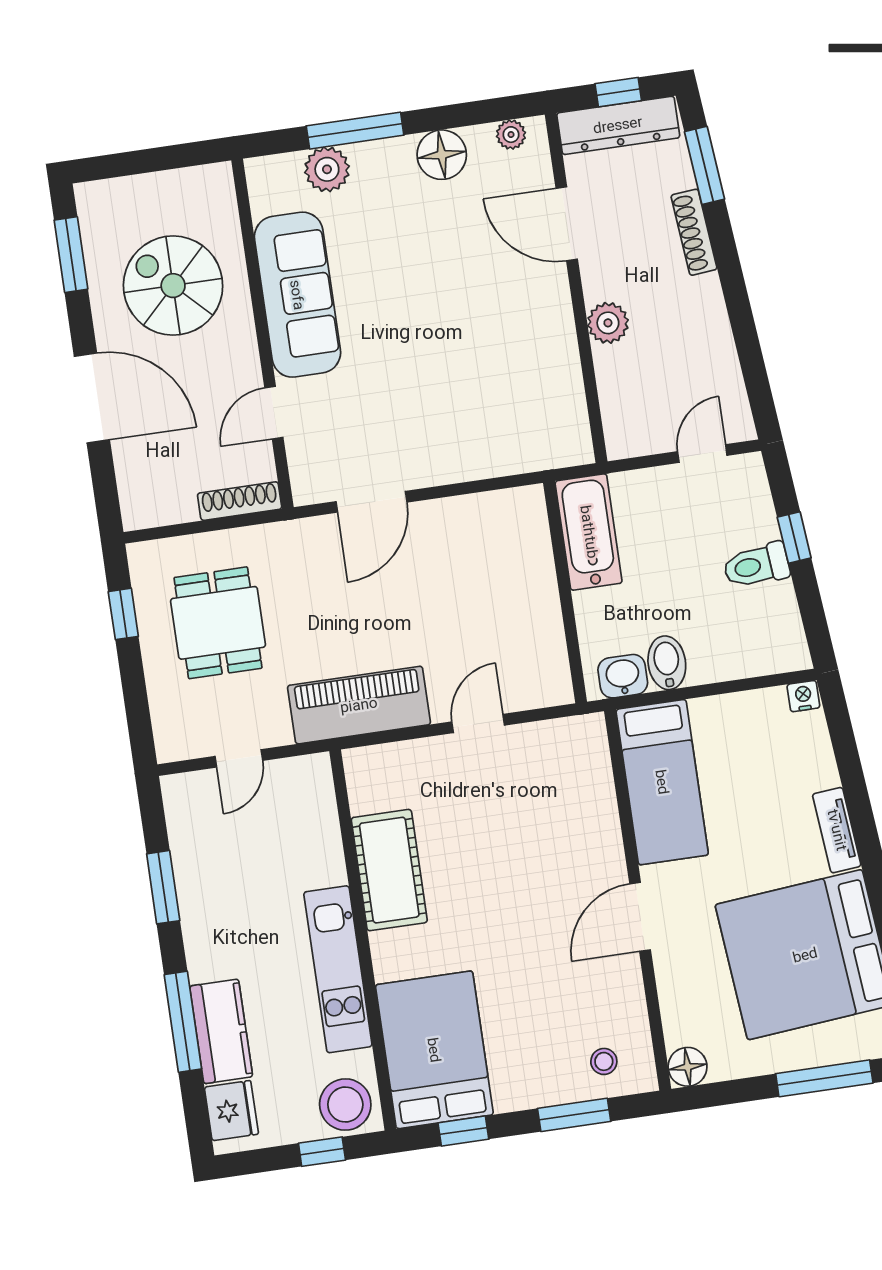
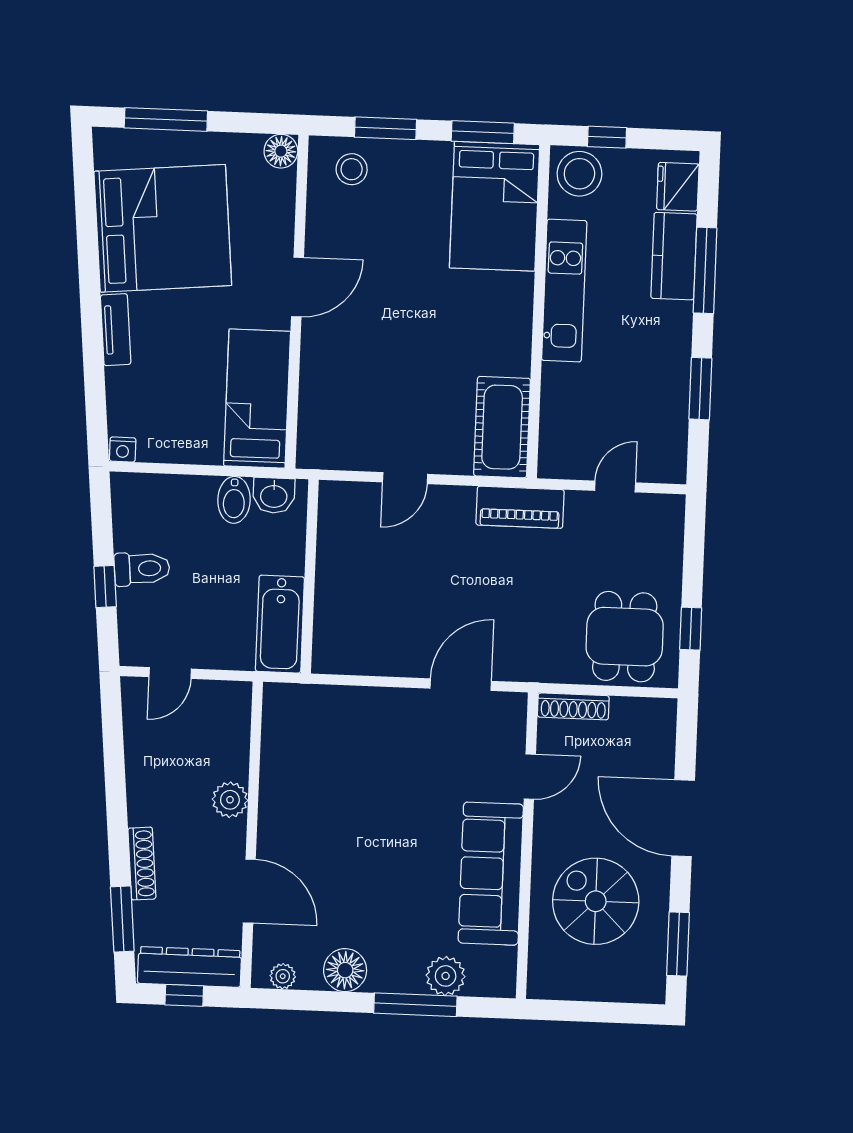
spiral stairs: (173, 286) -> (596, 901), turned 180
dining table: (218, 623) -> (625, 637), moved
piano: (359, 705) -> (520, 507), width x0.73, depth x0.75
cot: (389, 870) -> (502, 427), moved
stool: (604, 1061) -> (352, 169), width x1.37, depth x1.37
window: (463, 1131) -> (483, 132), width x1.50

